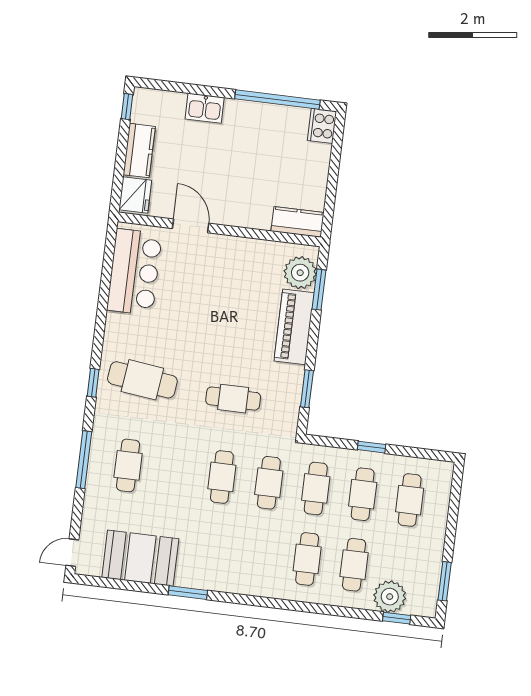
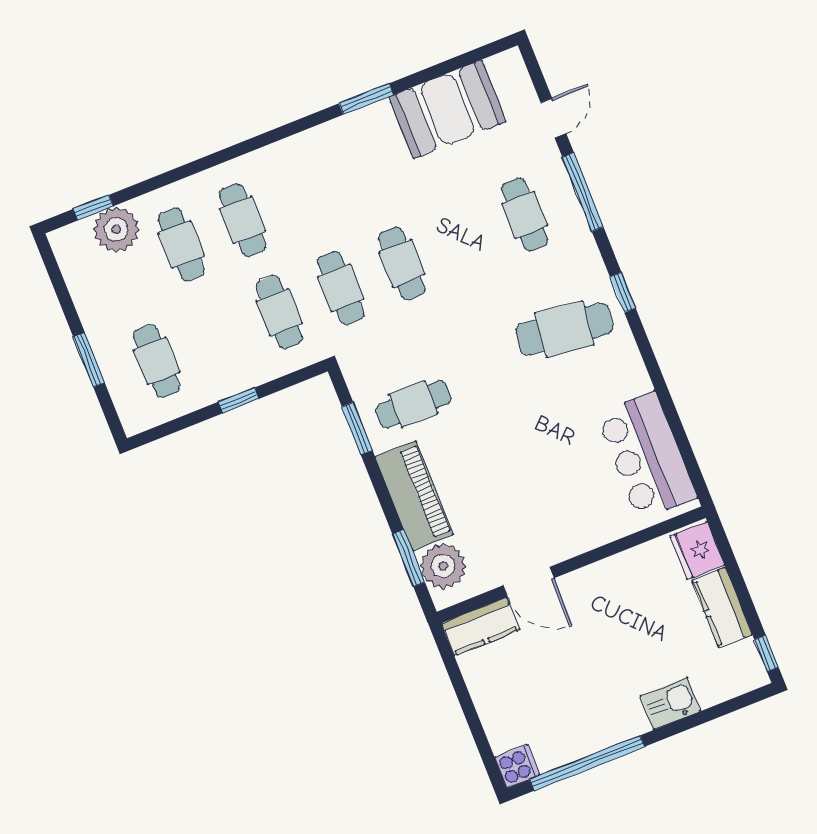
cooker: (322, 126) -> (517, 766), width x0.73
door: (191, 226) -> (529, 582), moved
cafe table: (233, 399) -> (413, 404), moved
cafe table: (363, 494) -> (218, 337), removed
door: (72, 553) -> (553, 118), moved
window: (445, 581) -> (89, 360), moved

